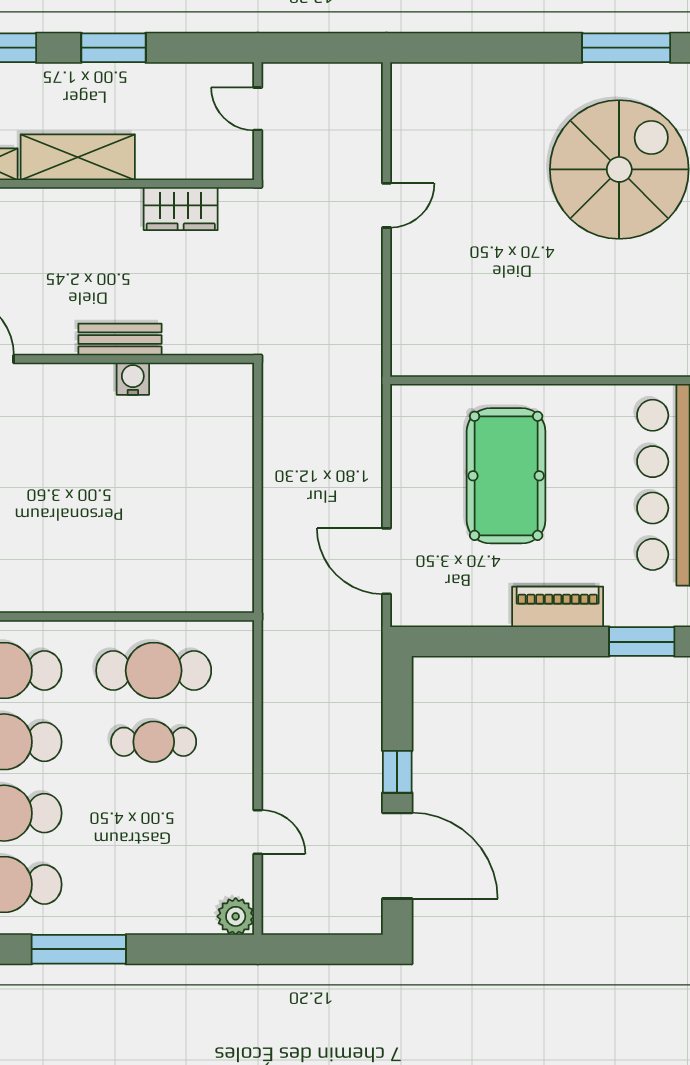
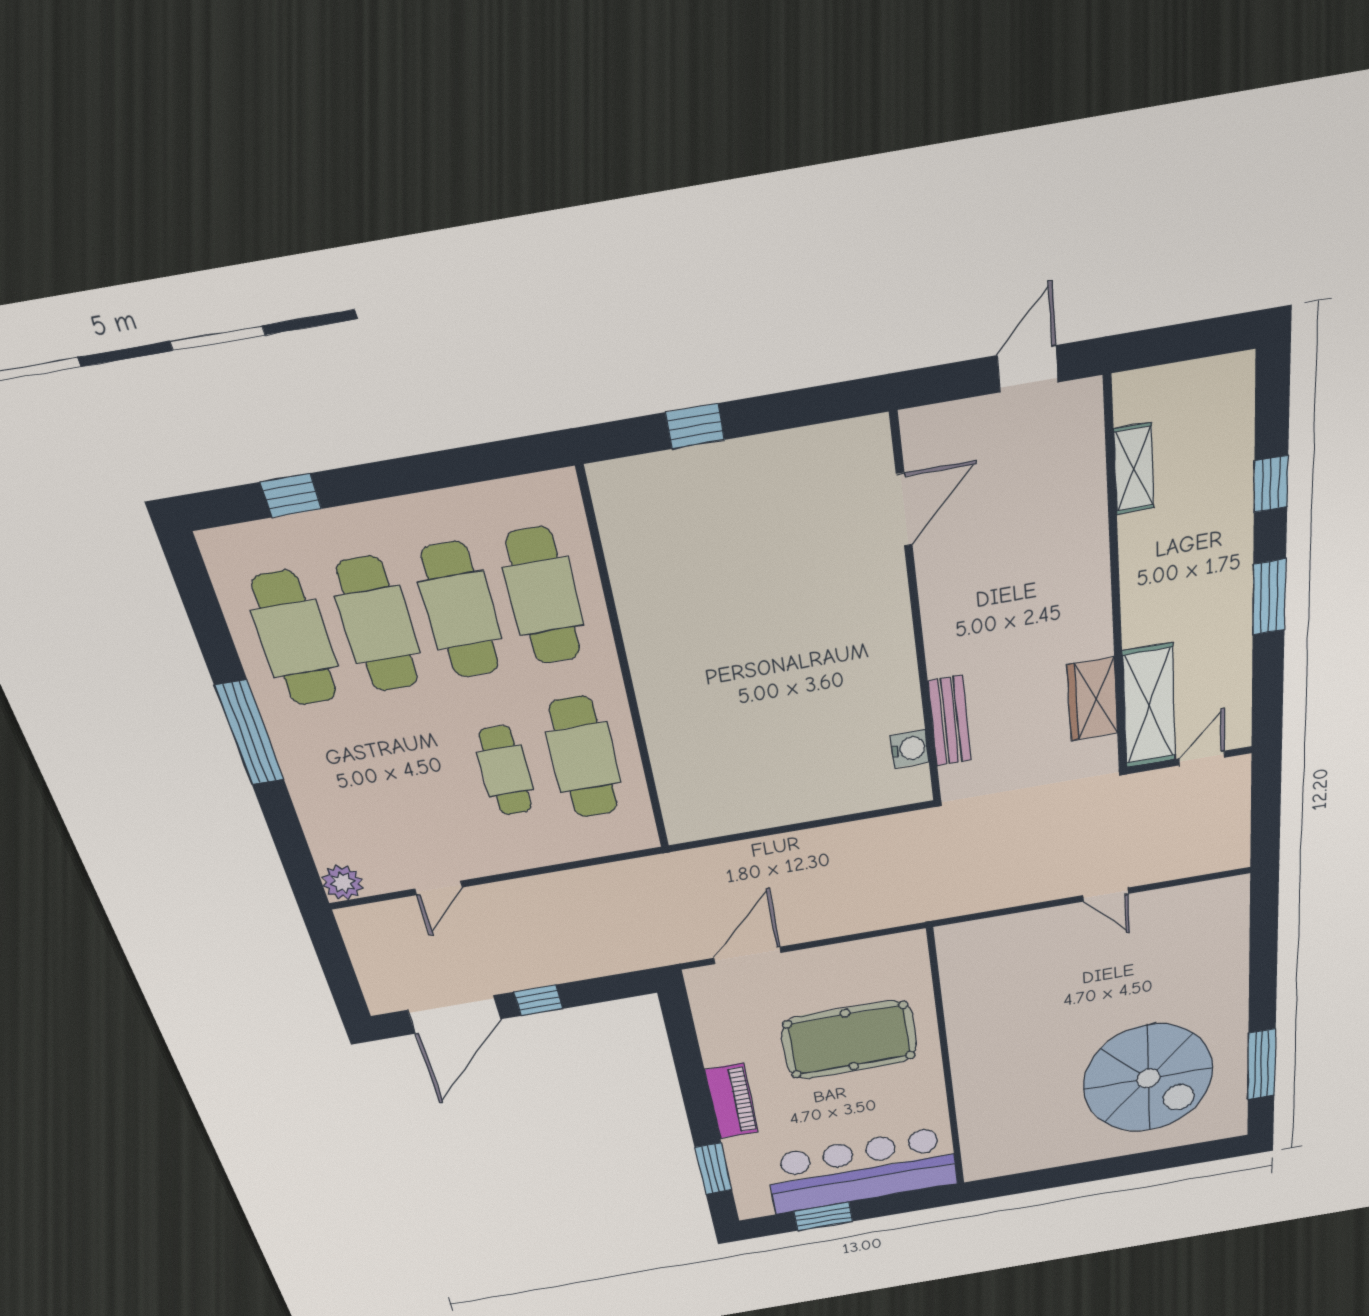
shelving: (78, 157) -> (1149, 706), moved
bench: (120, 339) -> (950, 721), moved
water cooler: (133, 379) -> (910, 749), moved

